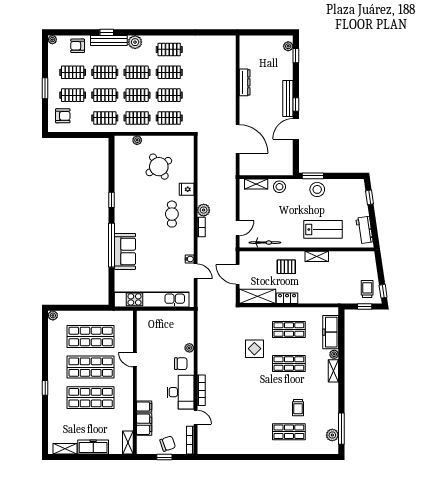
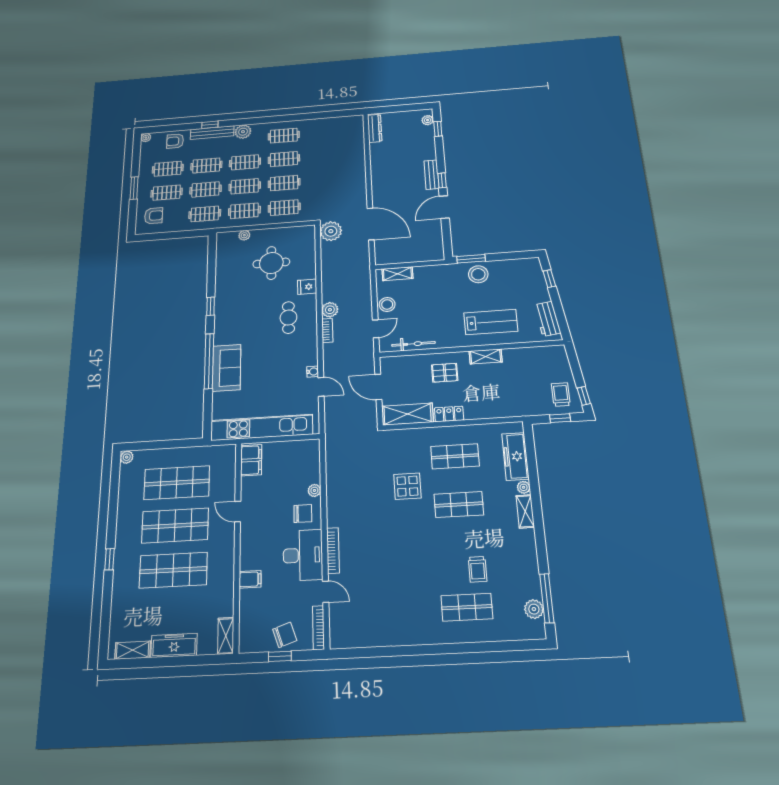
dresser: (245, 82) -> (375, 128), moved
bench: (288, 98) -> (431, 175), width x0.73
plant: (206, 143) -> (331, 231), added
round table: (159, 167) -> (271, 263), turned 32
stool: (279, 187) -> (387, 304), moved
filing cabinet: (144, 424) -> (251, 460), moved

